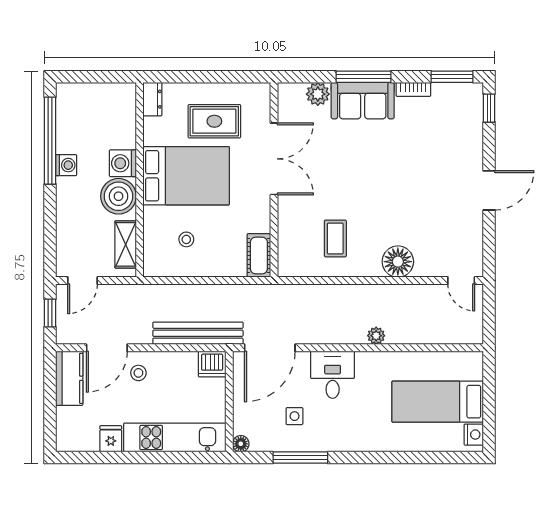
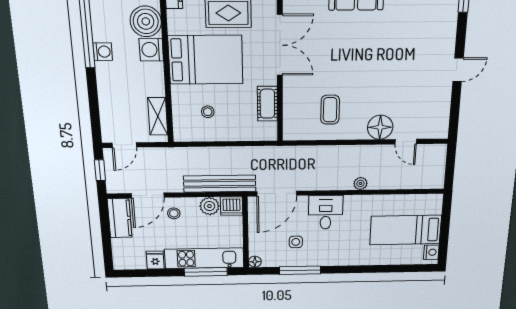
door: (489, 190) -> (458, 70), width x0.73
boiler: (119, 196) -> (146, 21), moved
cot: (259, 255) -> (267, 104), moved
door: (461, 281) -> (406, 142), moved
plant: (184, 364) -> (209, 206), added
window: (176, 458) -> (206, 272), added

